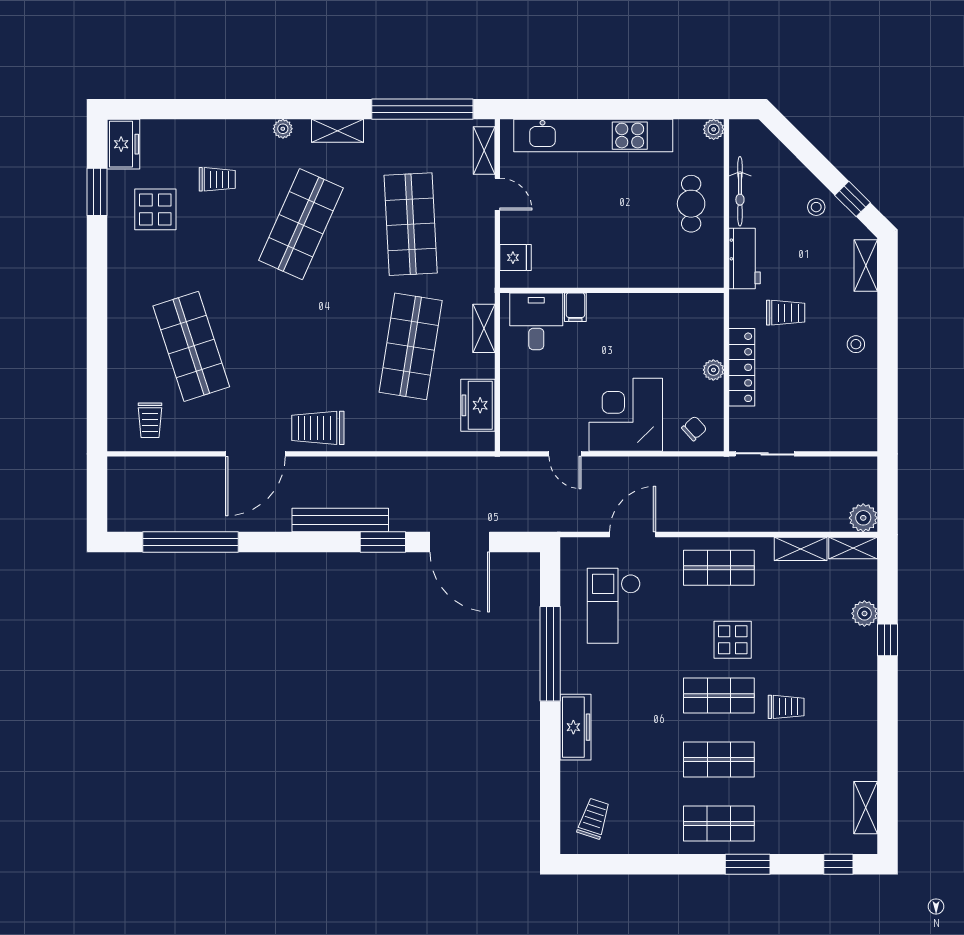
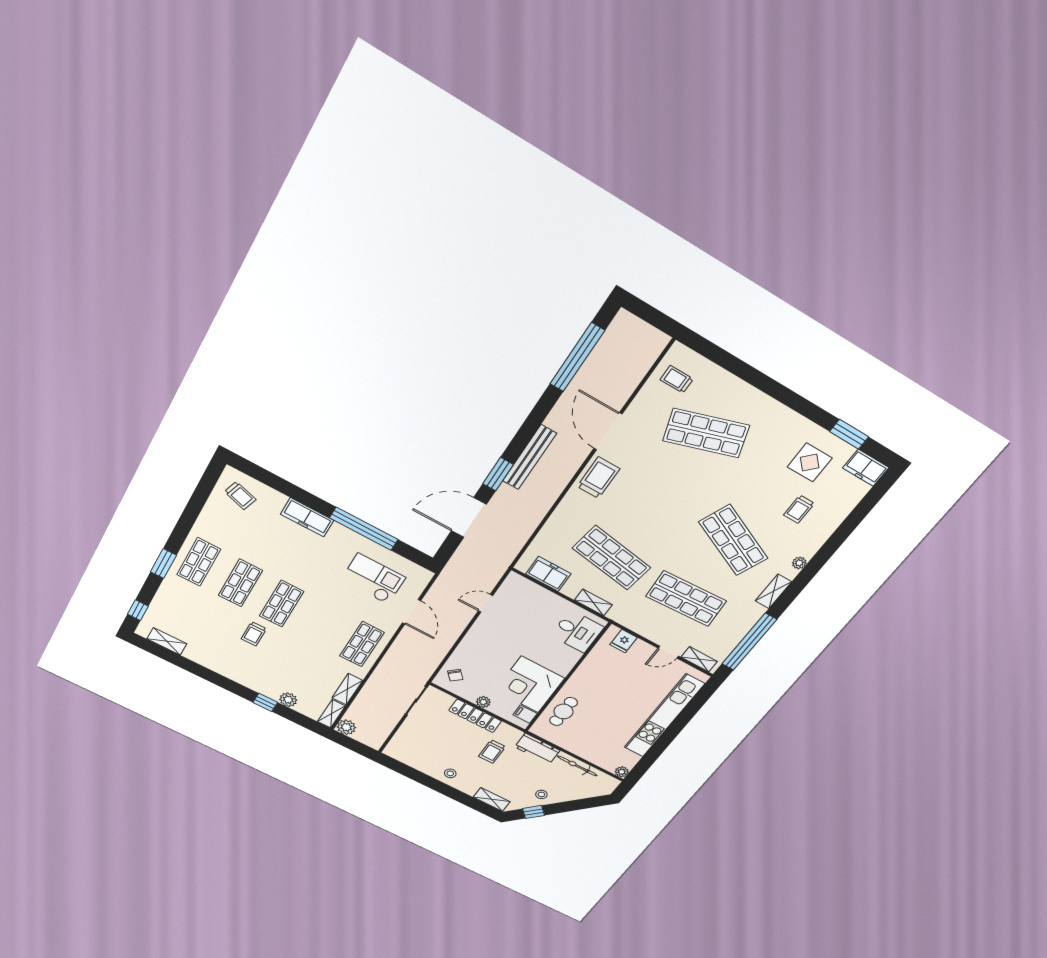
cafe table: (691, 204) -> (563, 712), moved, turned 90
filing cabinet: (575, 307) -> (525, 714), moved
corner desk: (626, 415) -> (530, 684), moved, turned 180
display table: (733, 640) -> (313, 628), removed

